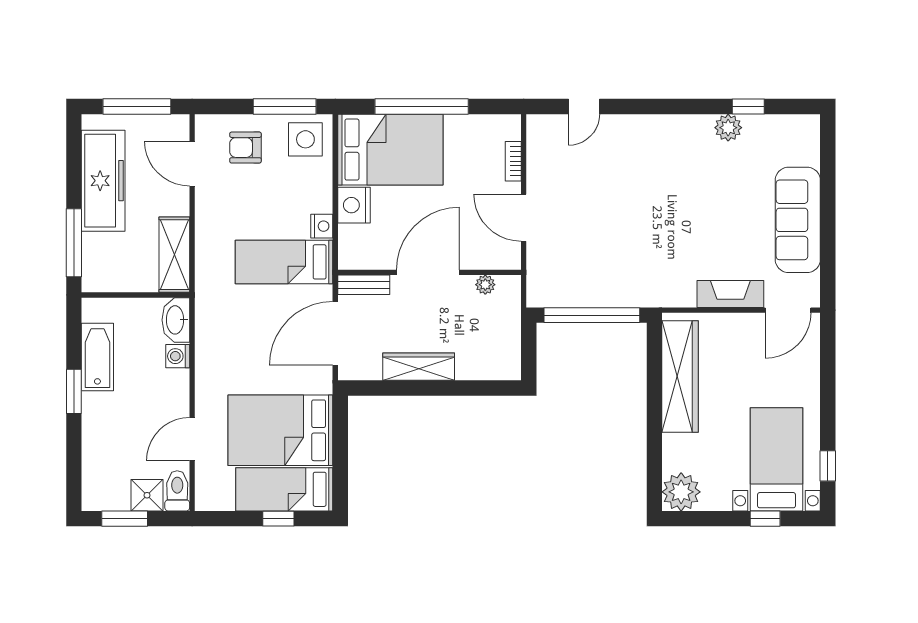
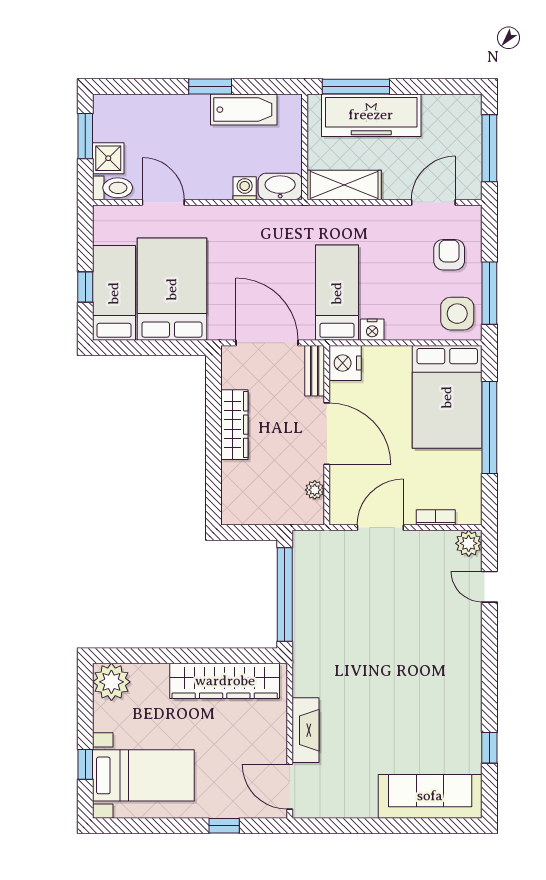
plant: (728, 128) -> (469, 543), moved
freezer: (103, 181) -> (371, 115), moved
nightstand: (354, 205) -> (345, 363), moved, turned -90
sofa: (798, 220) -> (430, 796), moved
window: (828, 466) -> (224, 826), moved

